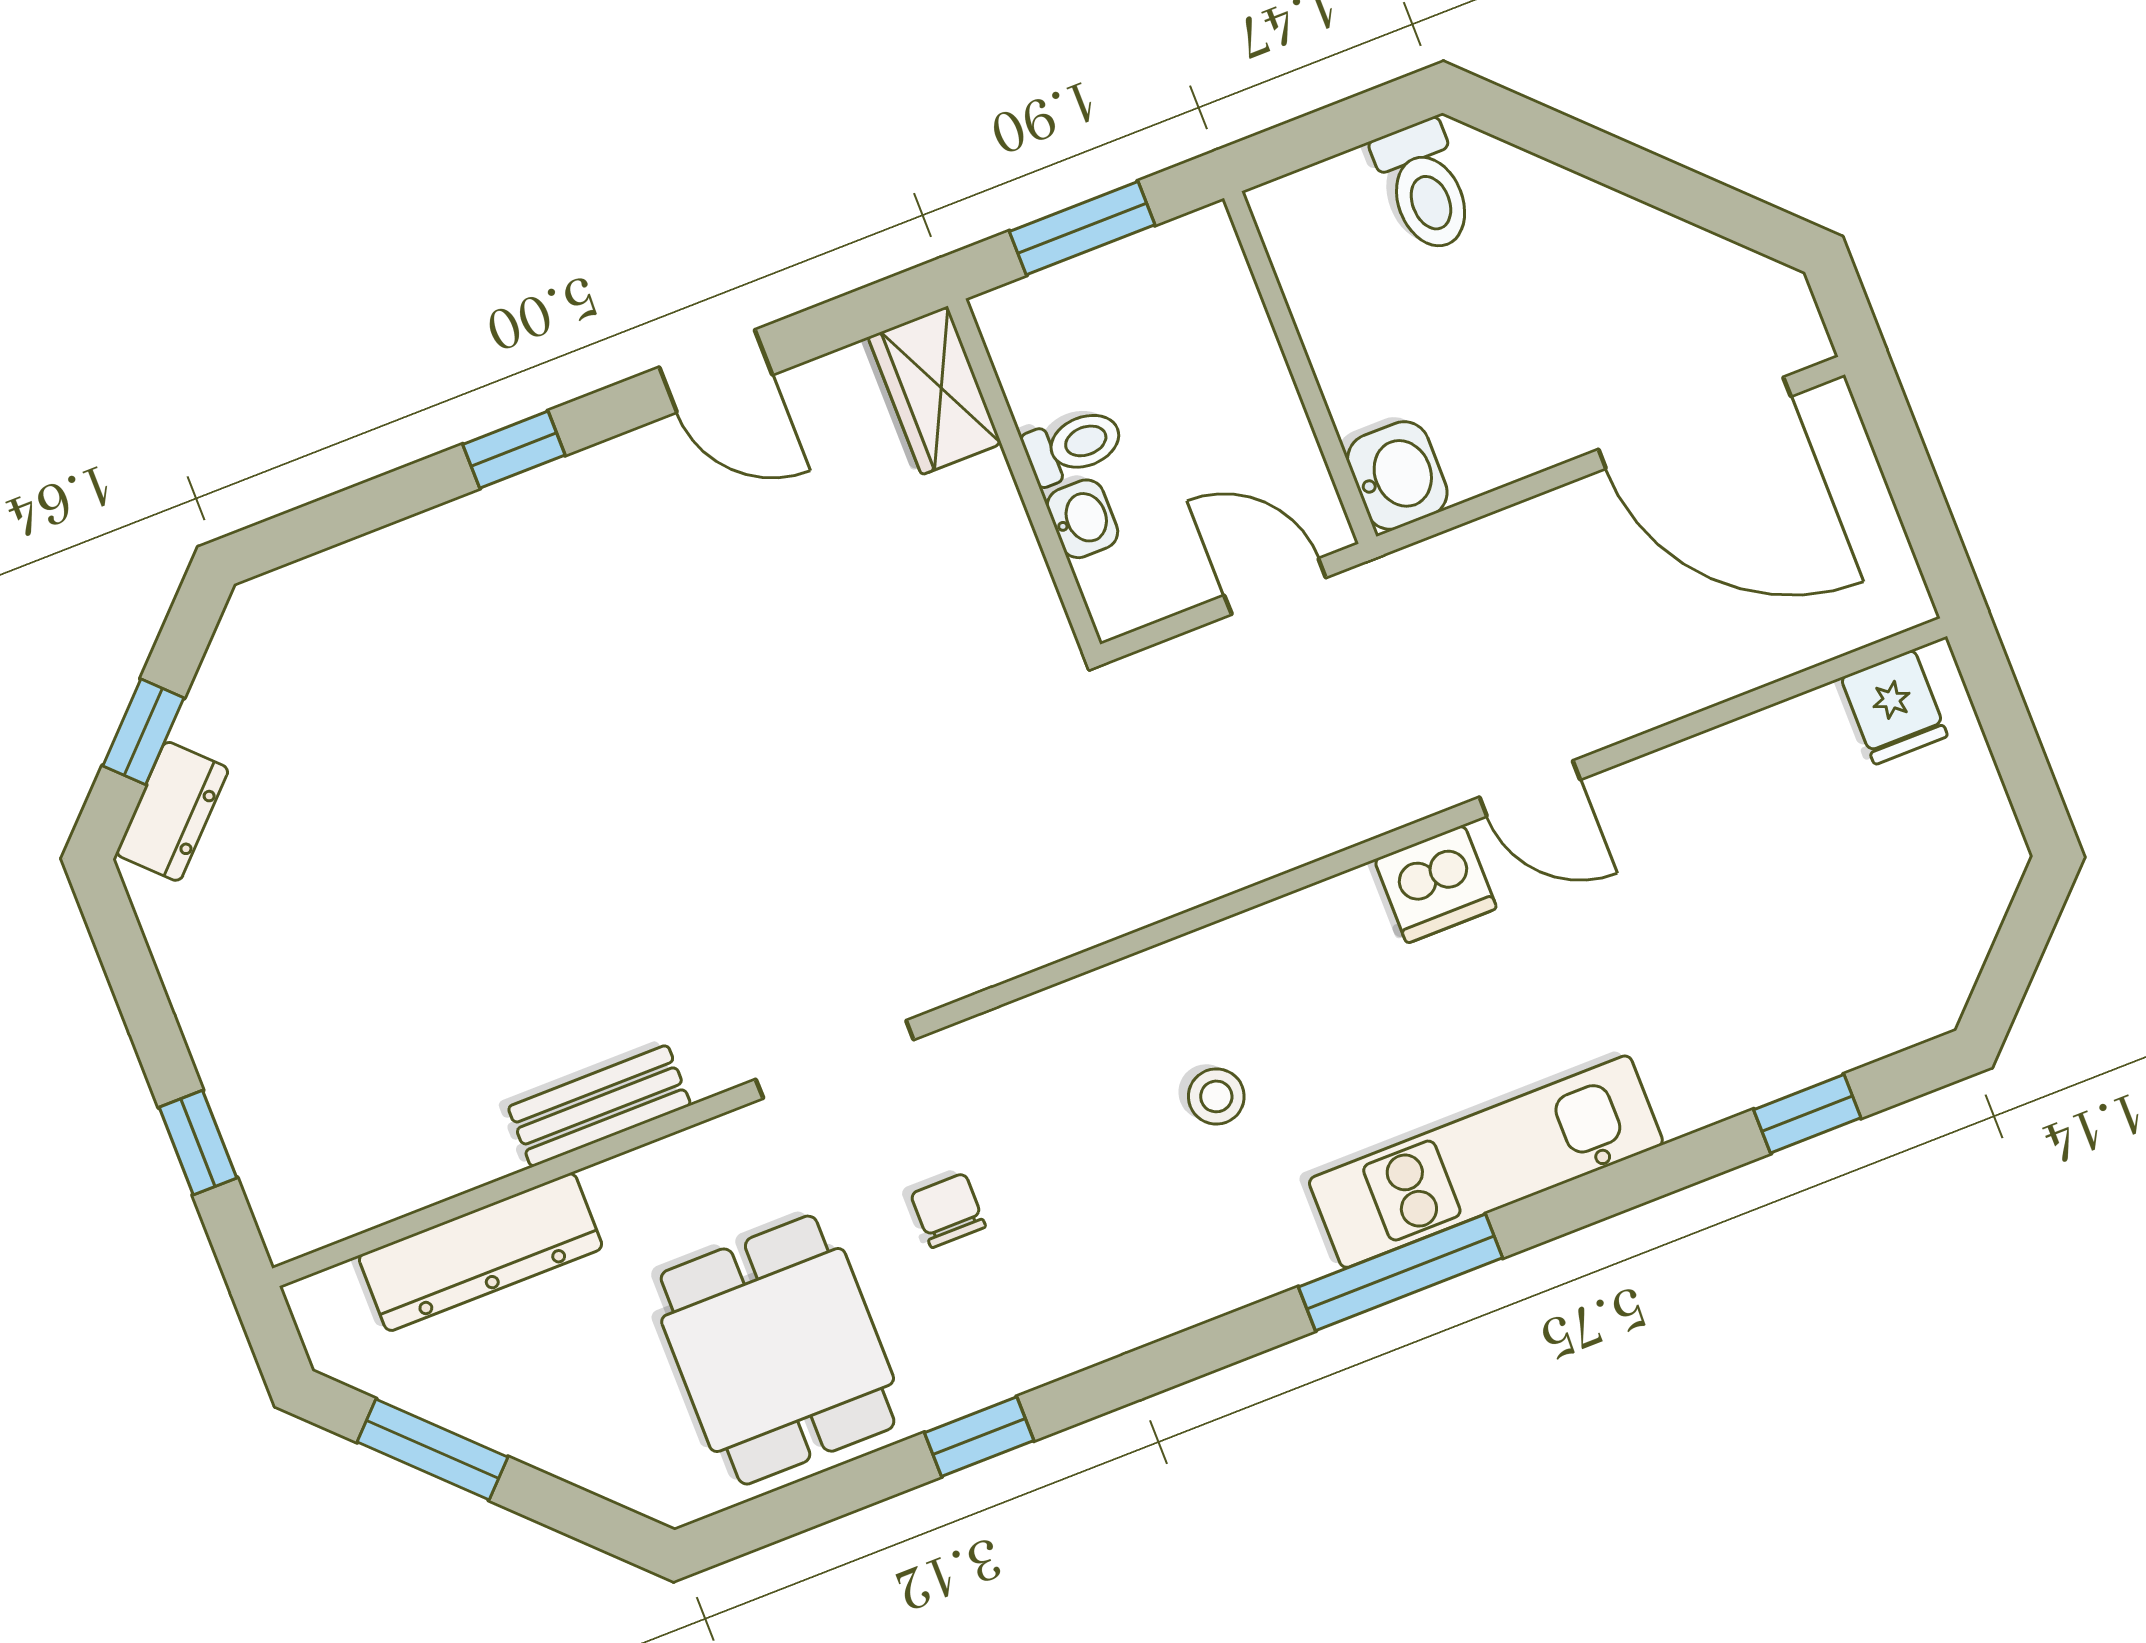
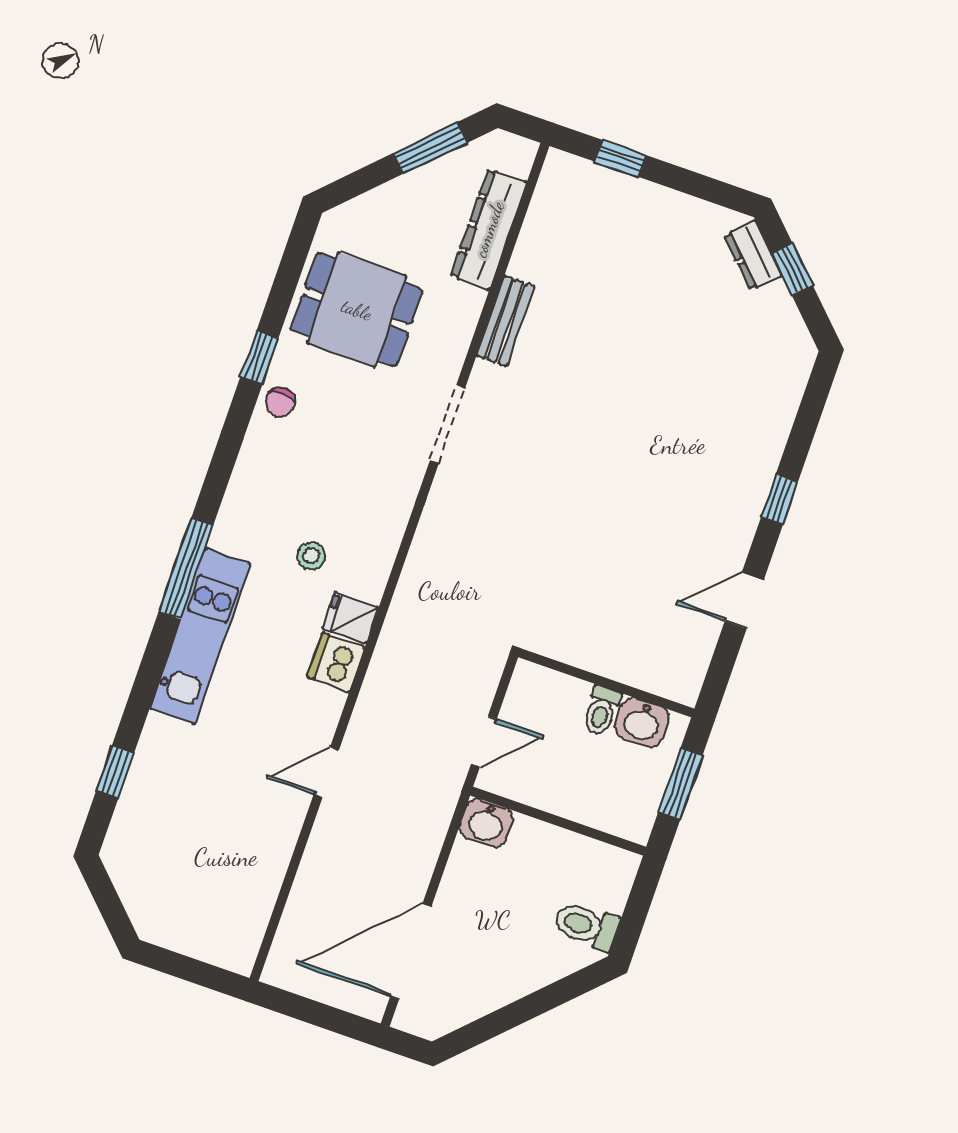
wardrobe: (935, 390) -> (667, 677), removed
washbasin: (1082, 519) -> (642, 722), moved, width x1.38, depth x1.45
fridge: (1894, 707) -> (350, 618), moved
dishwasher: (1435, 884) -> (336, 662), moved
chair: (948, 1210) -> (280, 402), moved, turned 93

